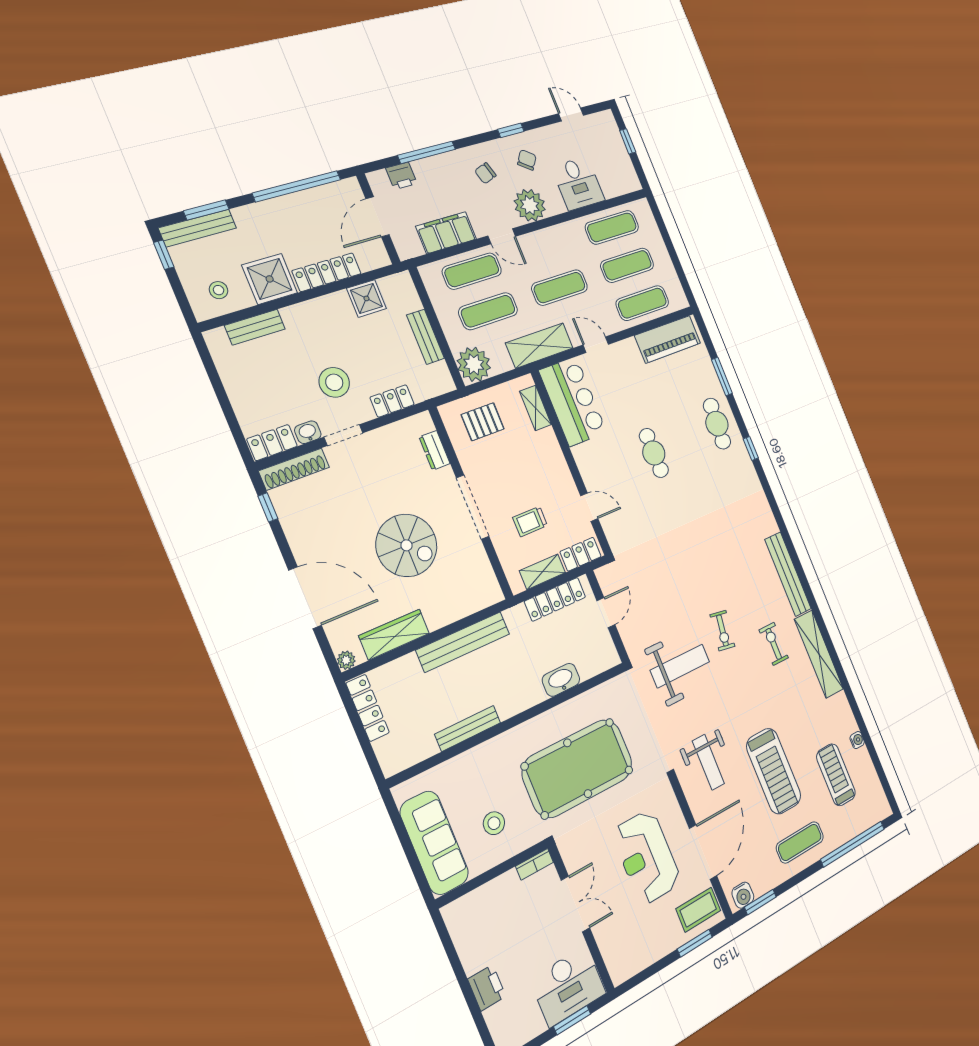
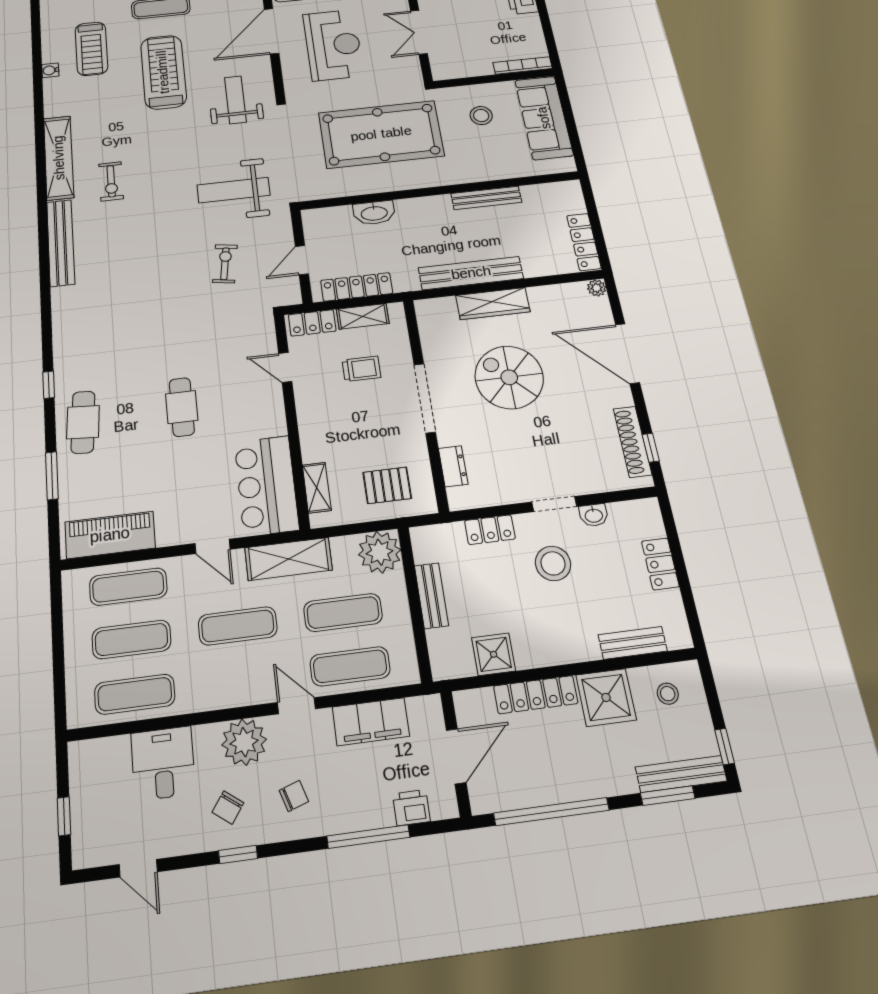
locker: (272, 443) -> (660, 564), moved, turned 90
shoe rack: (294, 469) -> (632, 442), moved, turned -90
exercise bike: (722, 631) -> (225, 264), moved
wardrobe: (394, 635) -> (493, 304), moved
bookcase: (535, 864) -> (523, 65), moved, width x1.56

